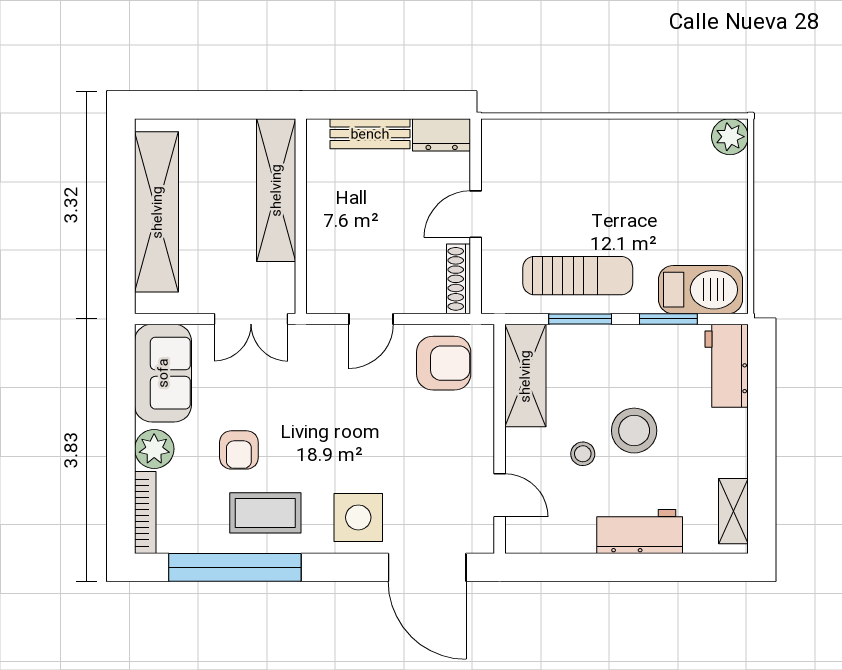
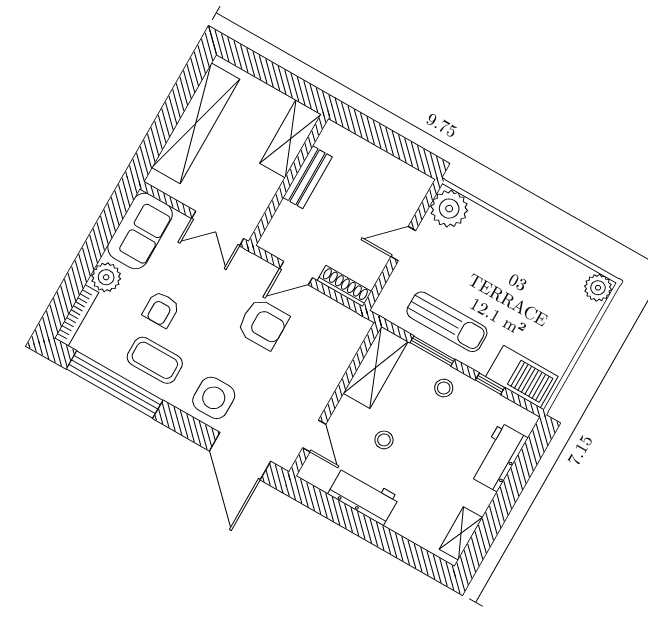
bench: (370, 134) -> (308, 177), moved, turned 90
dresser: (442, 135) -> (411, 179), removed
plant: (506, 143) -> (449, 209), added
shelving: (276, 190) -> (291, 139), width x0.68
shoe rack: (459, 279) -> (344, 286), moved, turned 90
window: (668, 319) -> (490, 384), width x0.67
armchair: (444, 363) -> (263, 324), moved
workbench: (727, 366) -> (499, 457), moved
stool: (634, 431) -> (444, 388), moved, width x0.53, depth x0.53
workbench: (640, 532) -> (364, 496), moved

